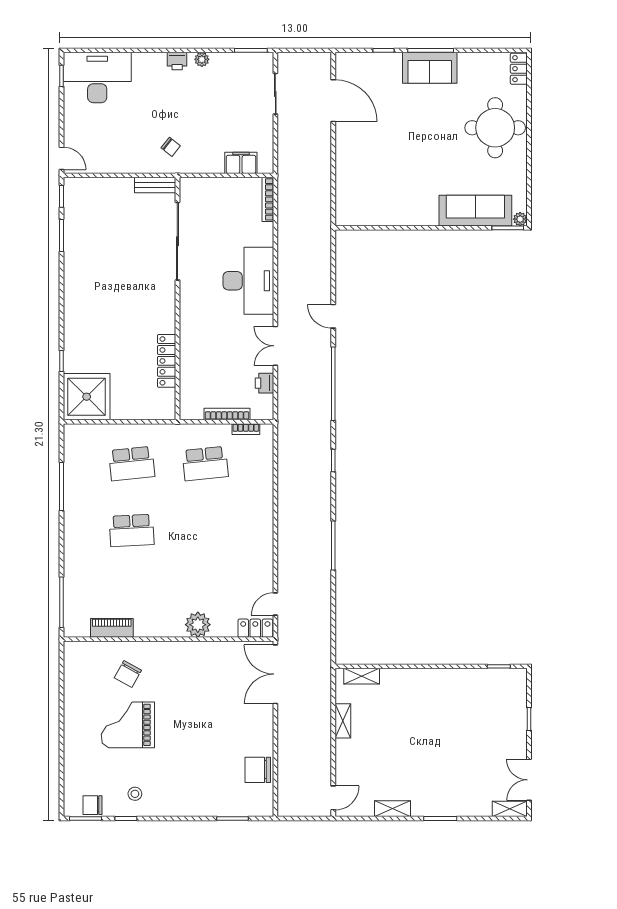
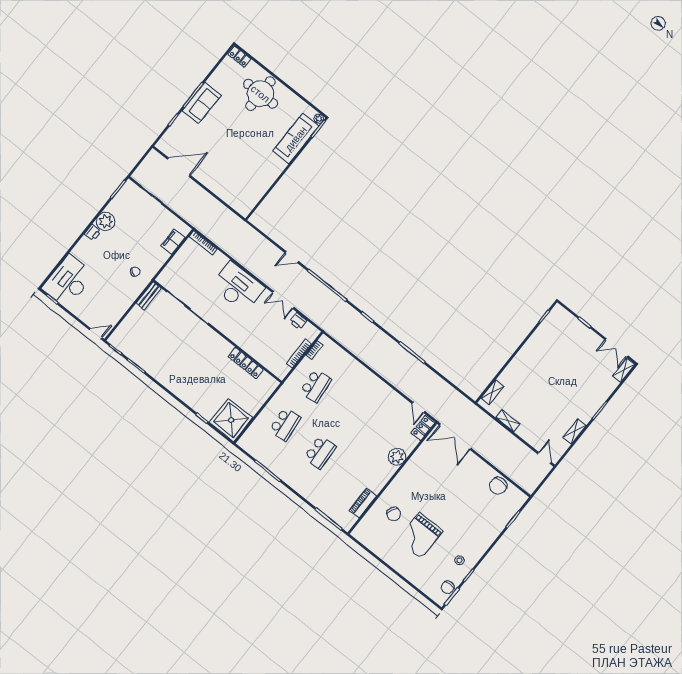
plant: (202, 59) -> (106, 222), width x1.87, depth x1.87

